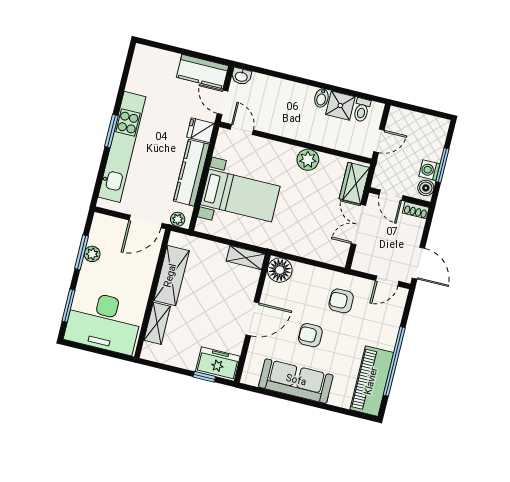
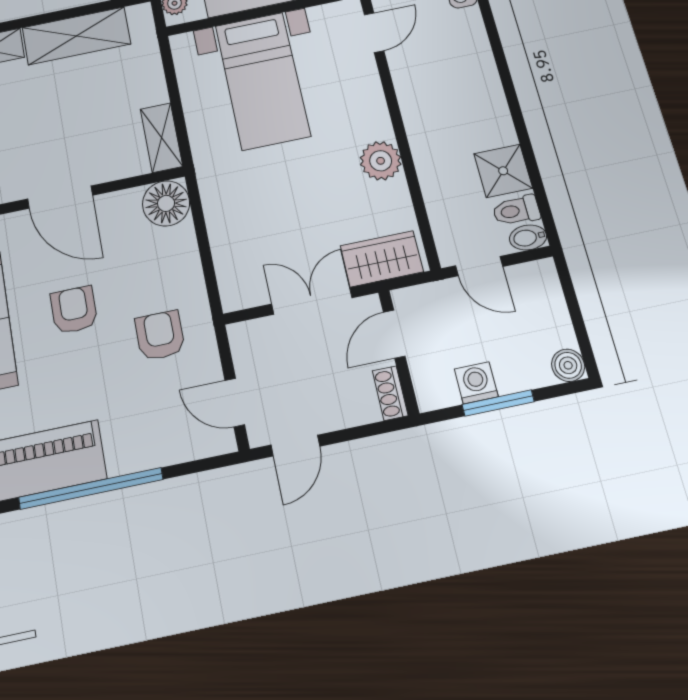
bidet: (321, 98) -> (528, 237), moved
boiler: (426, 188) -> (568, 365), moved
door: (418, 263) -> (295, 446), width x0.73

